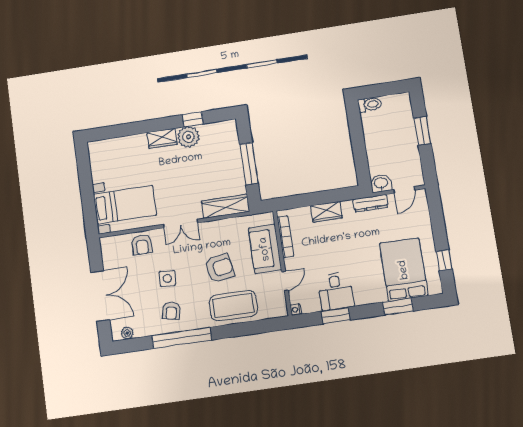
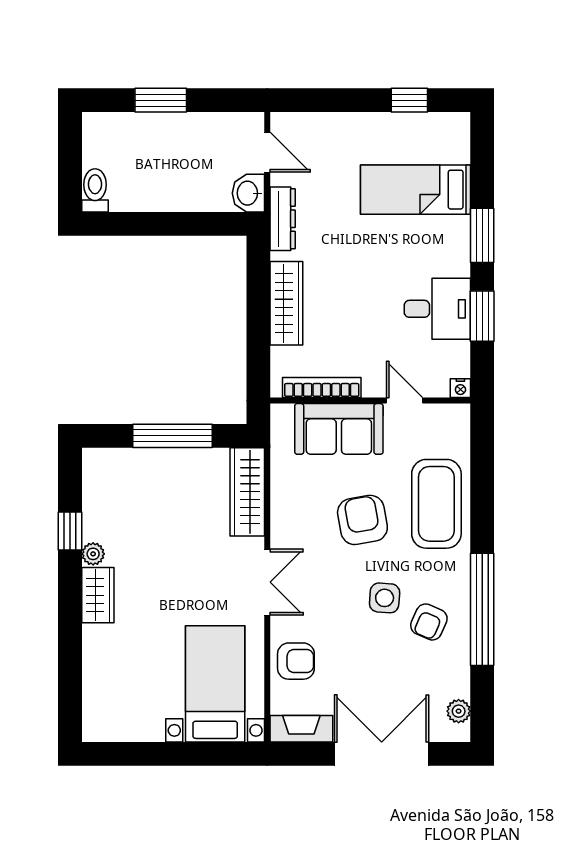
plant: (188, 137) -> (93, 554), width x0.53, depth x0.53
wardrobe: (326, 212) -> (286, 303), width x1.50
fireplace: (108, 253) -> (301, 729), added
bed: (404, 270) -> (416, 190), width x0.67
side table: (167, 278) -> (385, 598), moved
window: (398, 307) -> (482, 235), moved
armchair: (171, 311) -> (429, 622), turned 103

